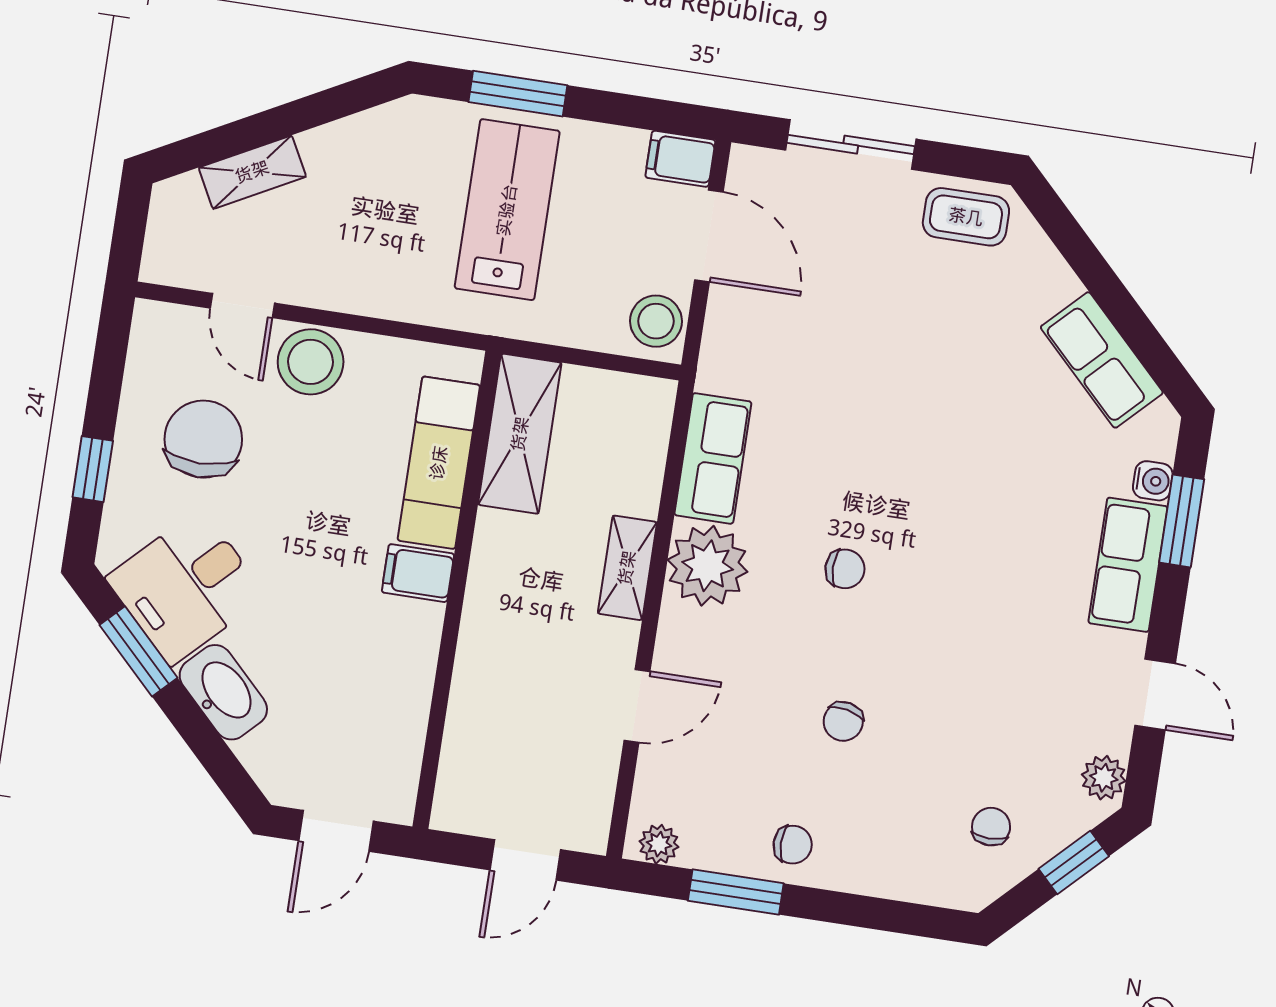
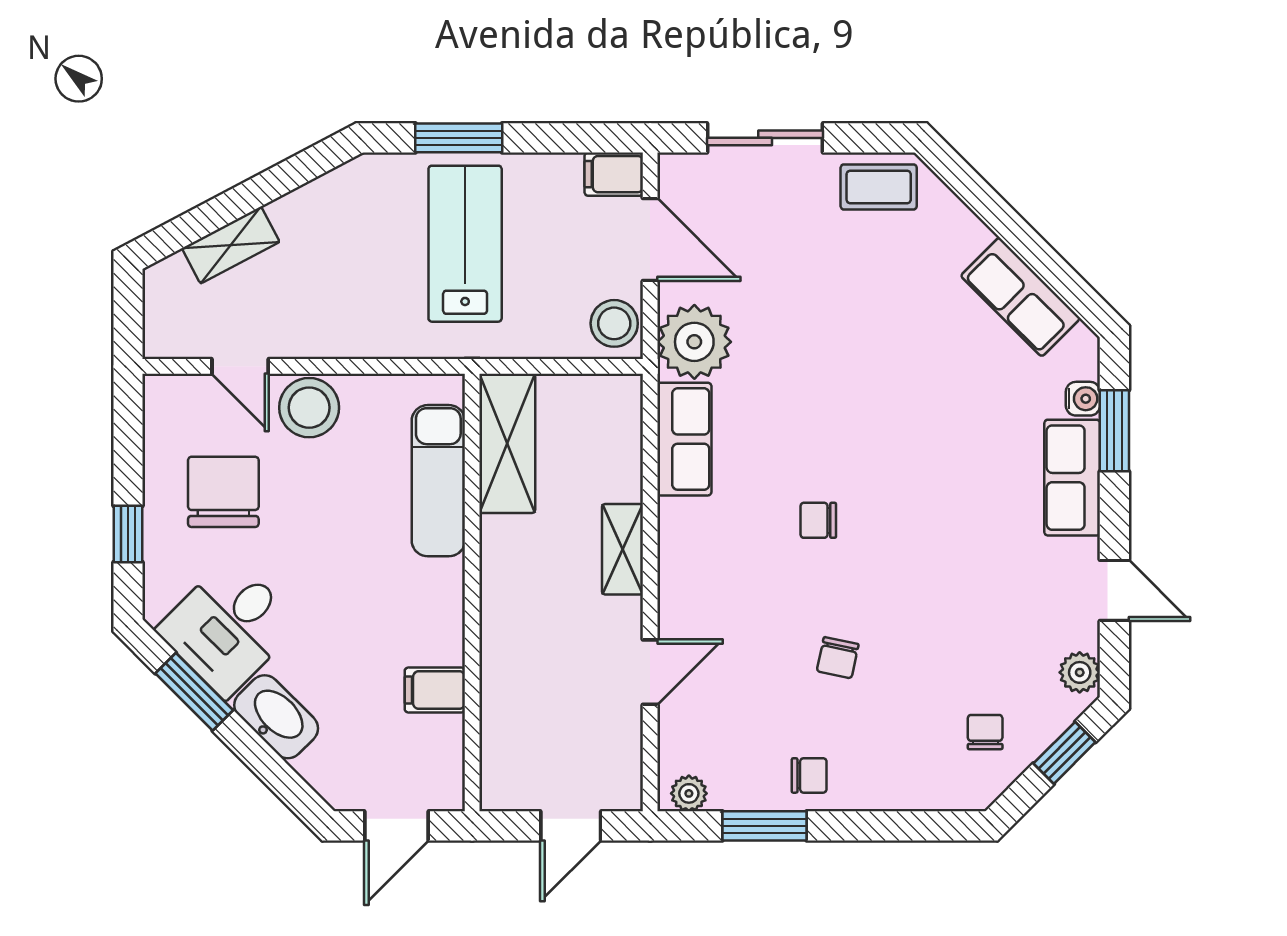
plant: (708, 566) -> (694, 342), moved
chair: (845, 569) -> (818, 520), turned 180
filing cabinet: (418, 573) -> (435, 690), moved

